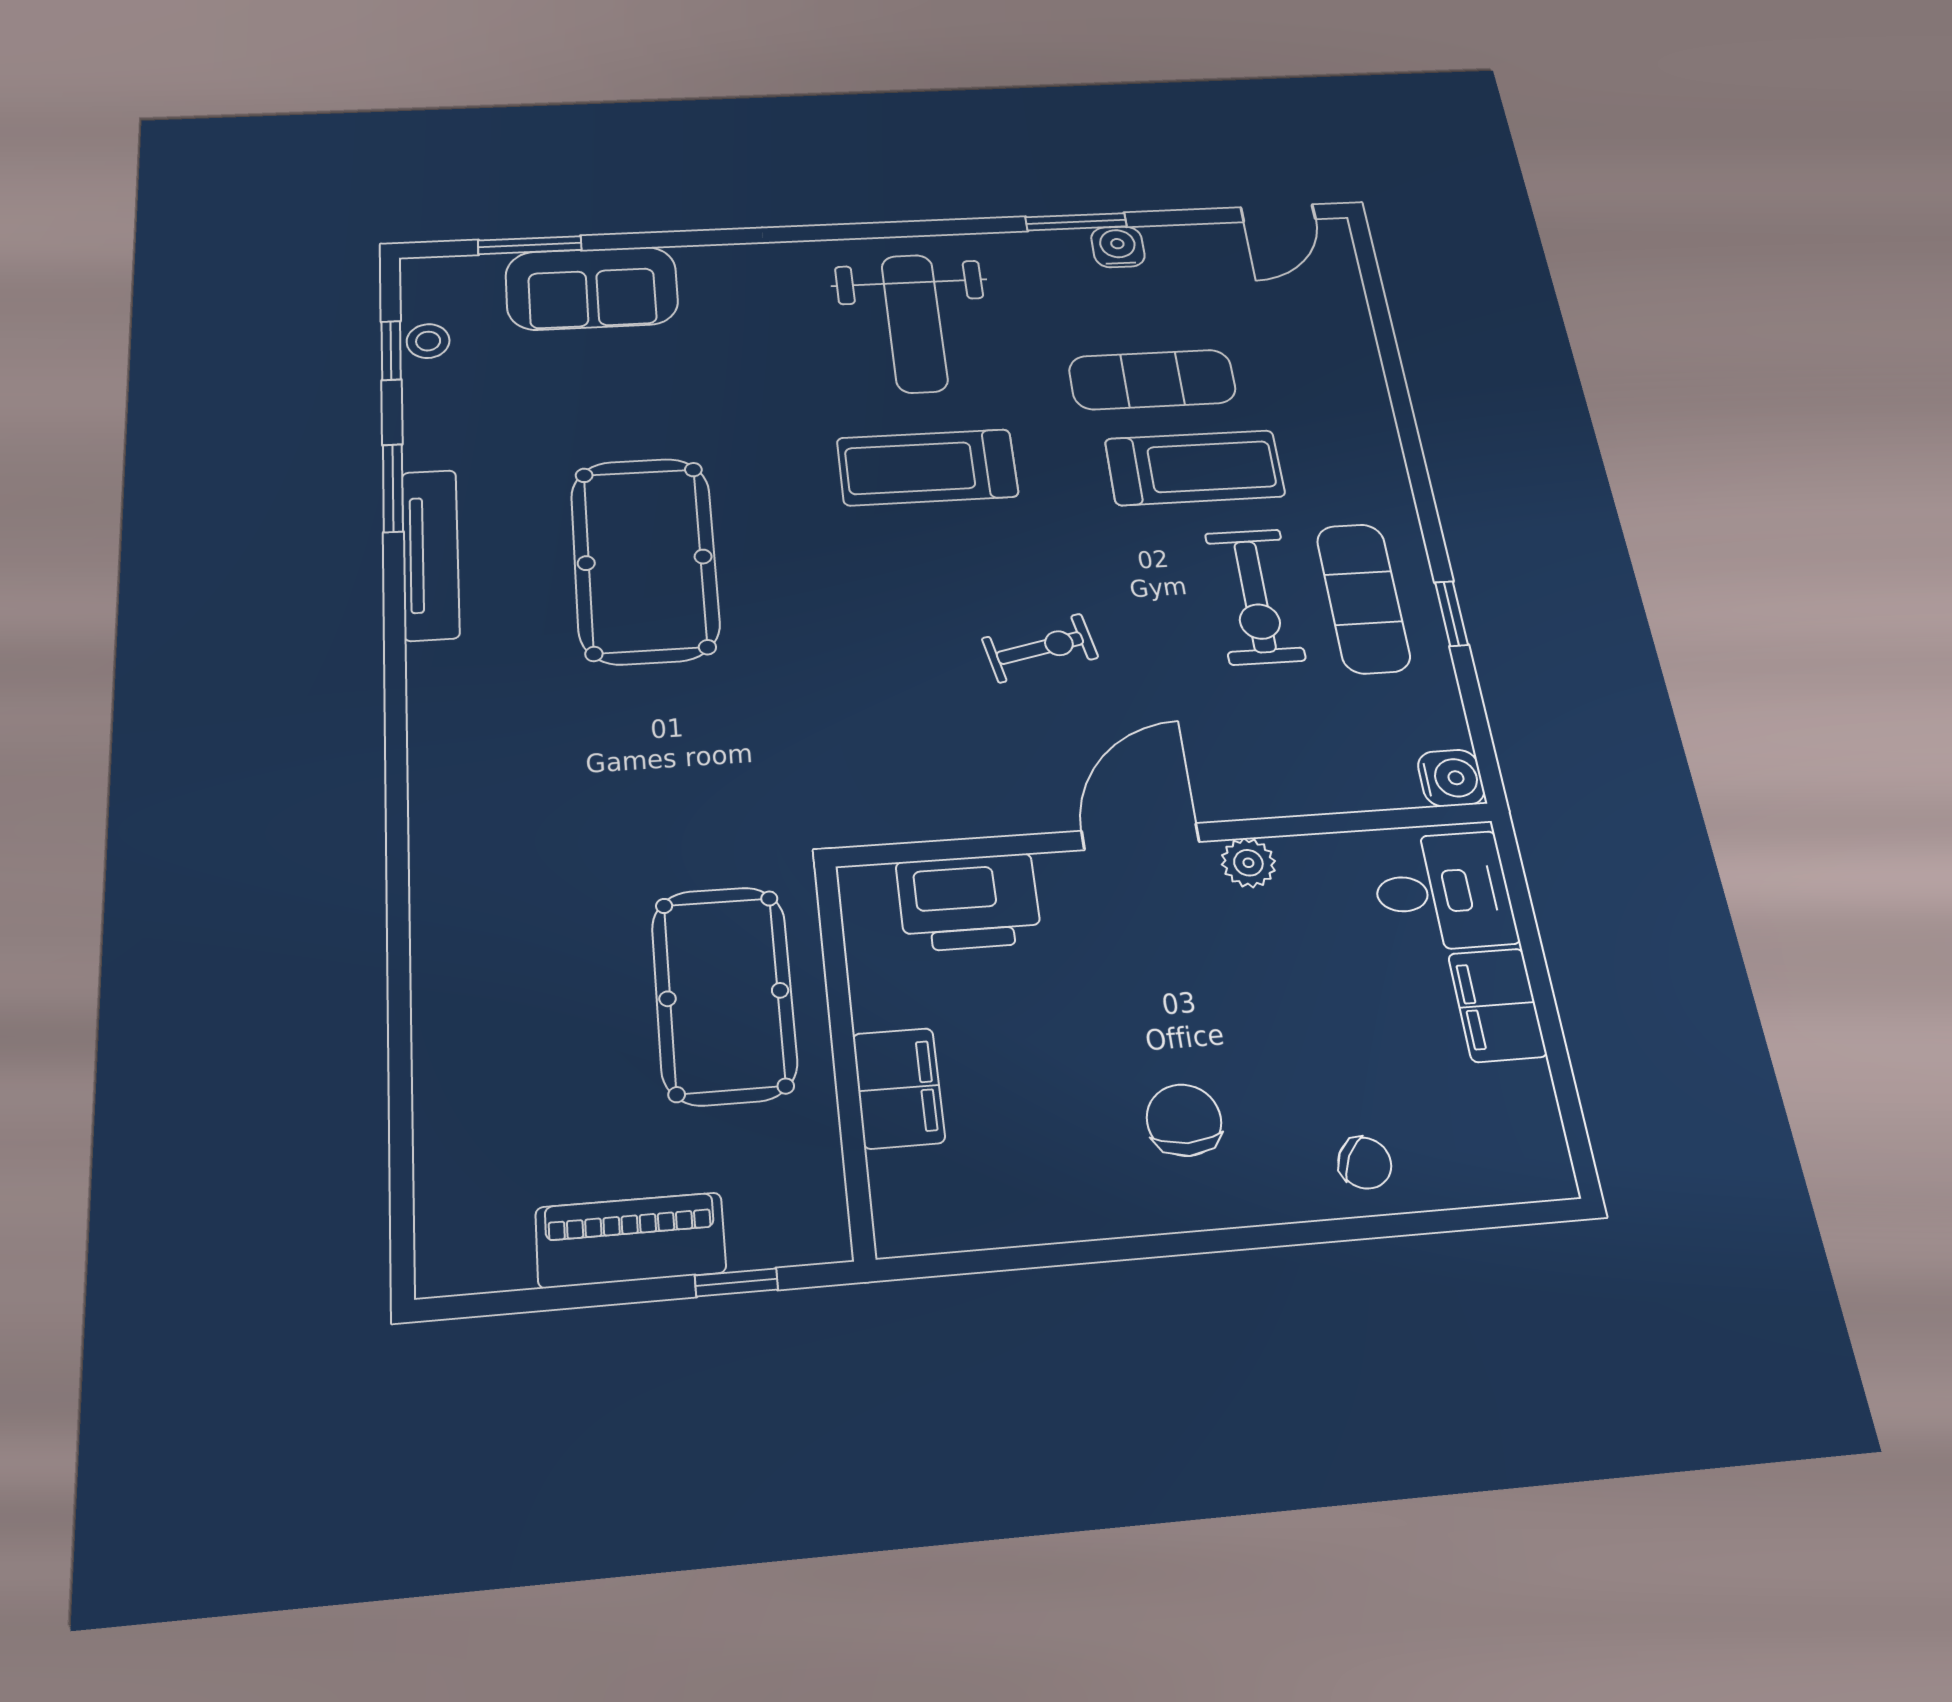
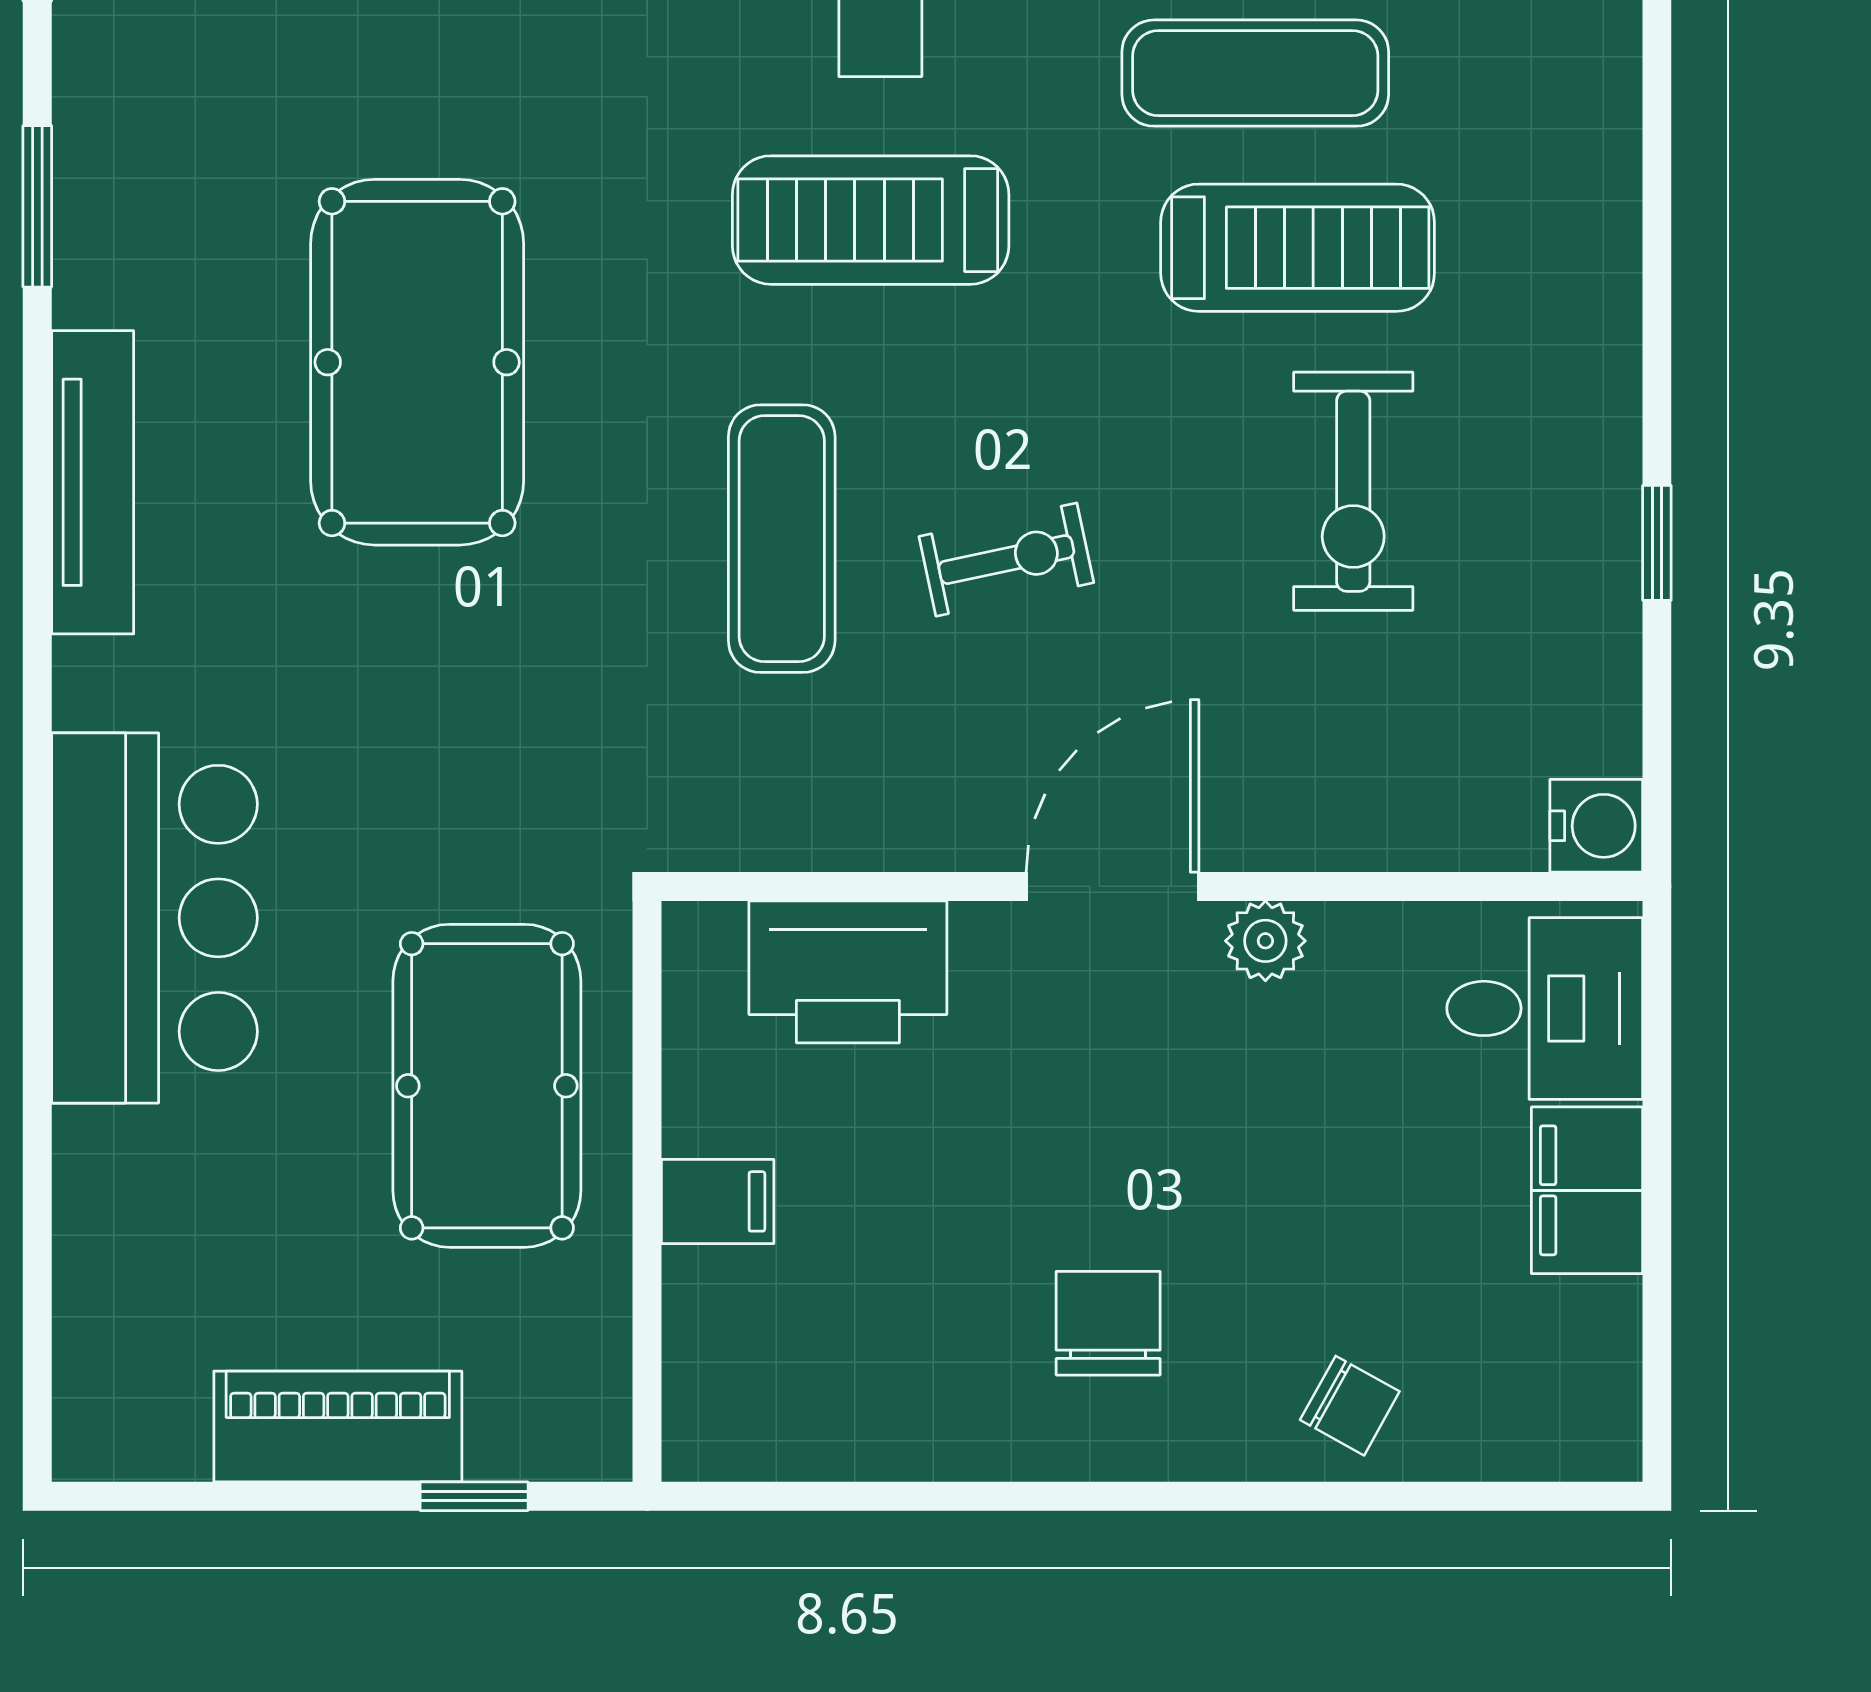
tv unit: (430, 554) -> (93, 482), moved
exercise mat: (1363, 598) -> (782, 539), moved
bar counter: (482, 902) -> (154, 918), added
filing cabinet: (899, 1088) -> (718, 1201), width x0.50

